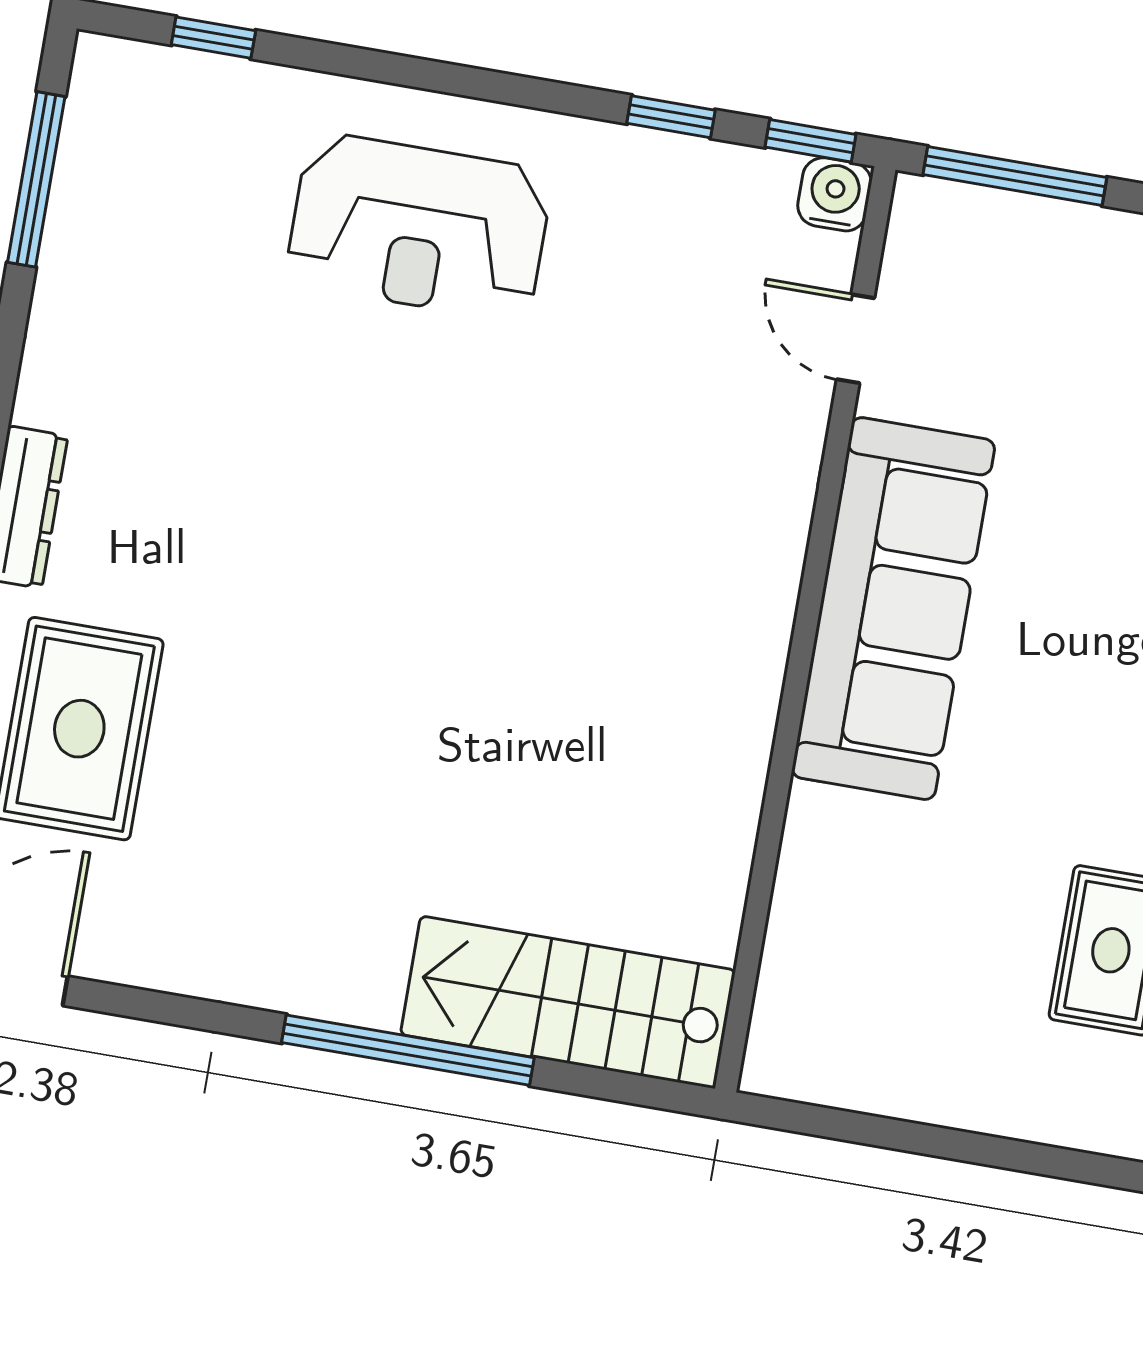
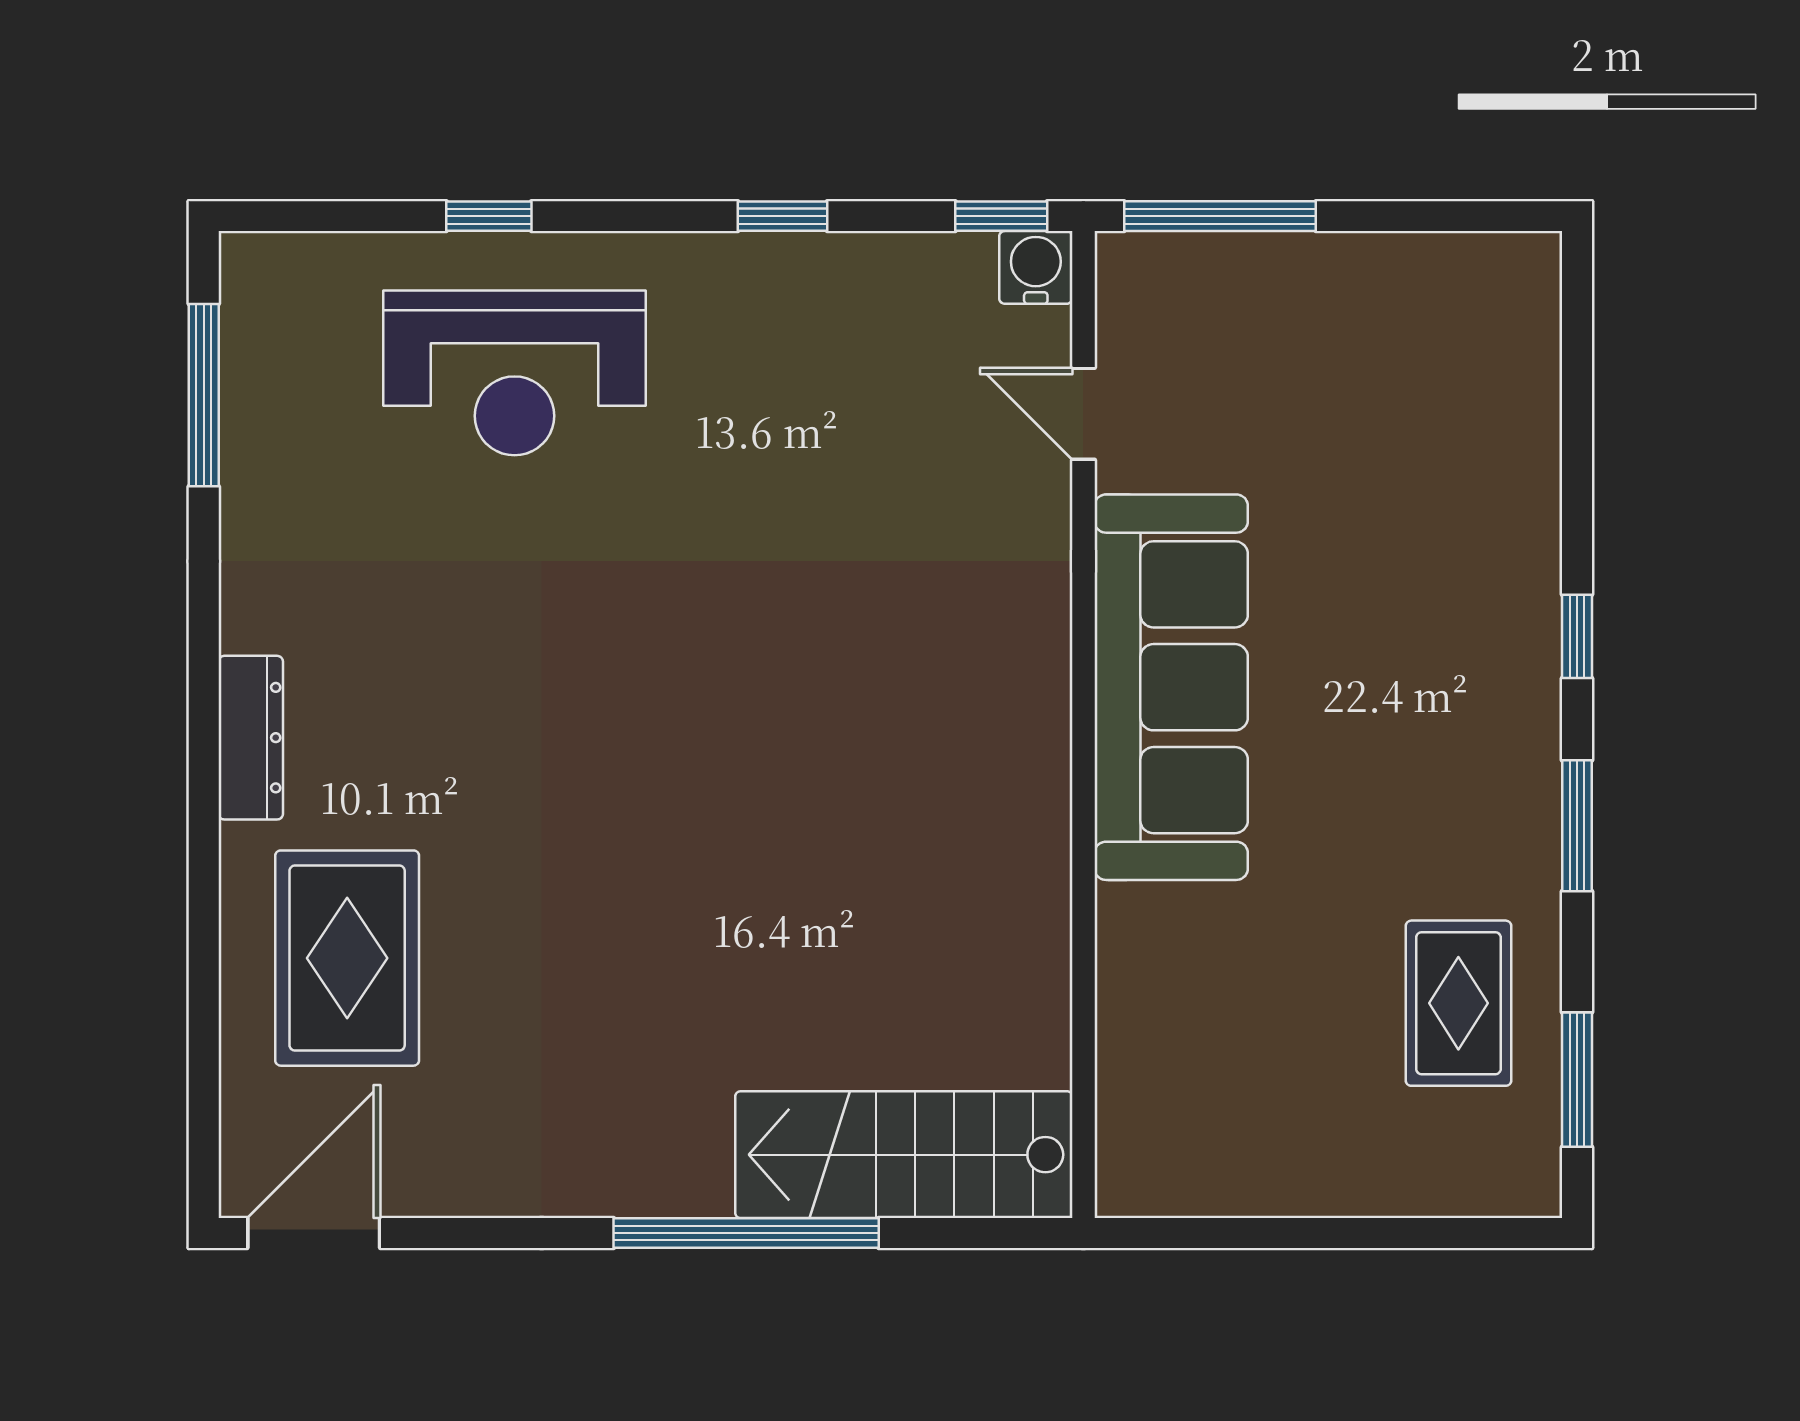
window: (213, 38) -> (489, 216), moved
window: (671, 117) -> (782, 216), moved
reception desk: (419, 227) -> (514, 373), moved

